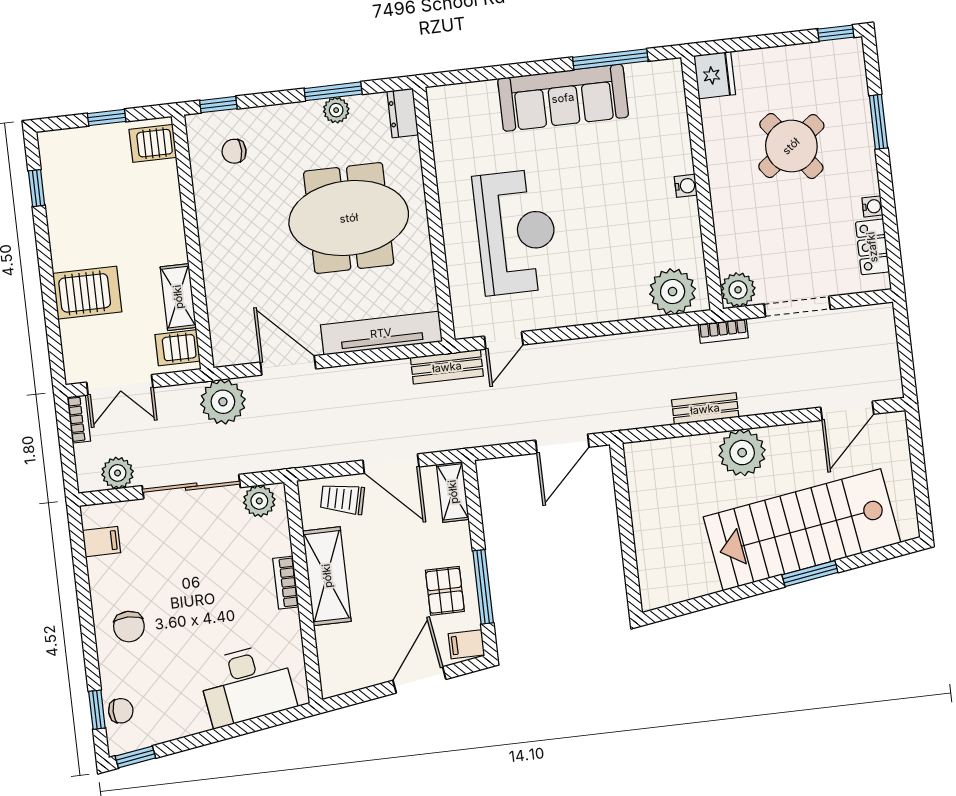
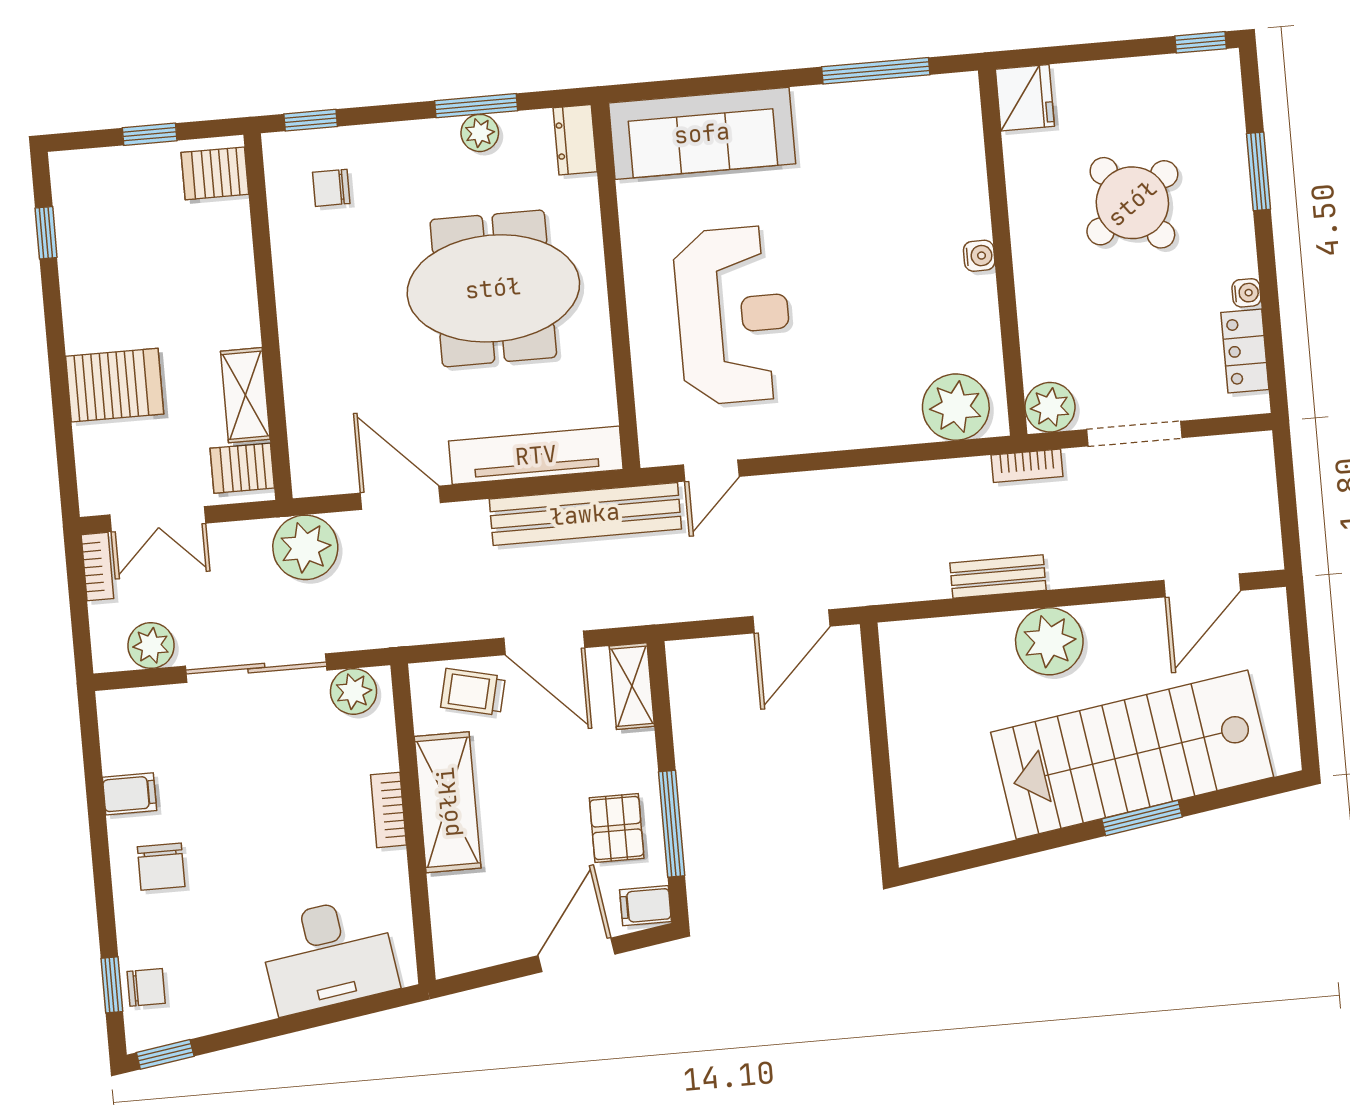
sofa: (563, 98) -> (702, 133), moved
bench: (447, 367) -> (585, 514), width x1.86, depth x1.21
filing cabinet: (101, 542) -> (130, 794), moved

